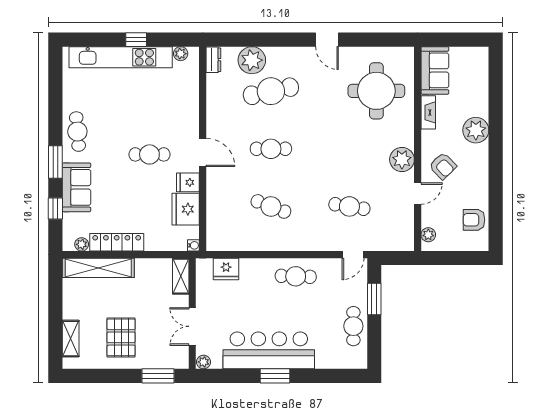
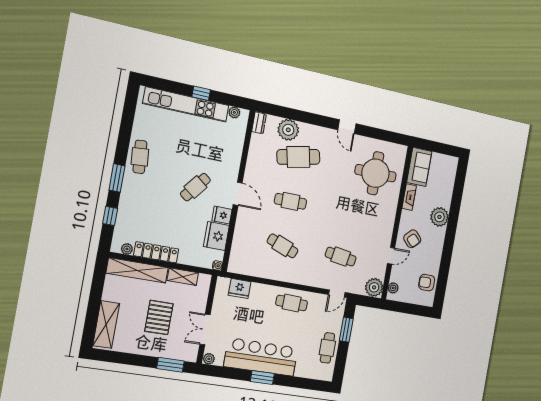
cafe table: (149, 154) -> (195, 187), turned -52
plant: (402, 159) -> (374, 287), moved
sofa: (76, 187) -> (131, 202), removed
shelving: (181, 276) -> (183, 277), moved, turned 90
pallet: (121, 337) -> (159, 317), moved
shelving: (71, 339) -> (106, 325), width x1.50, depth x1.33

